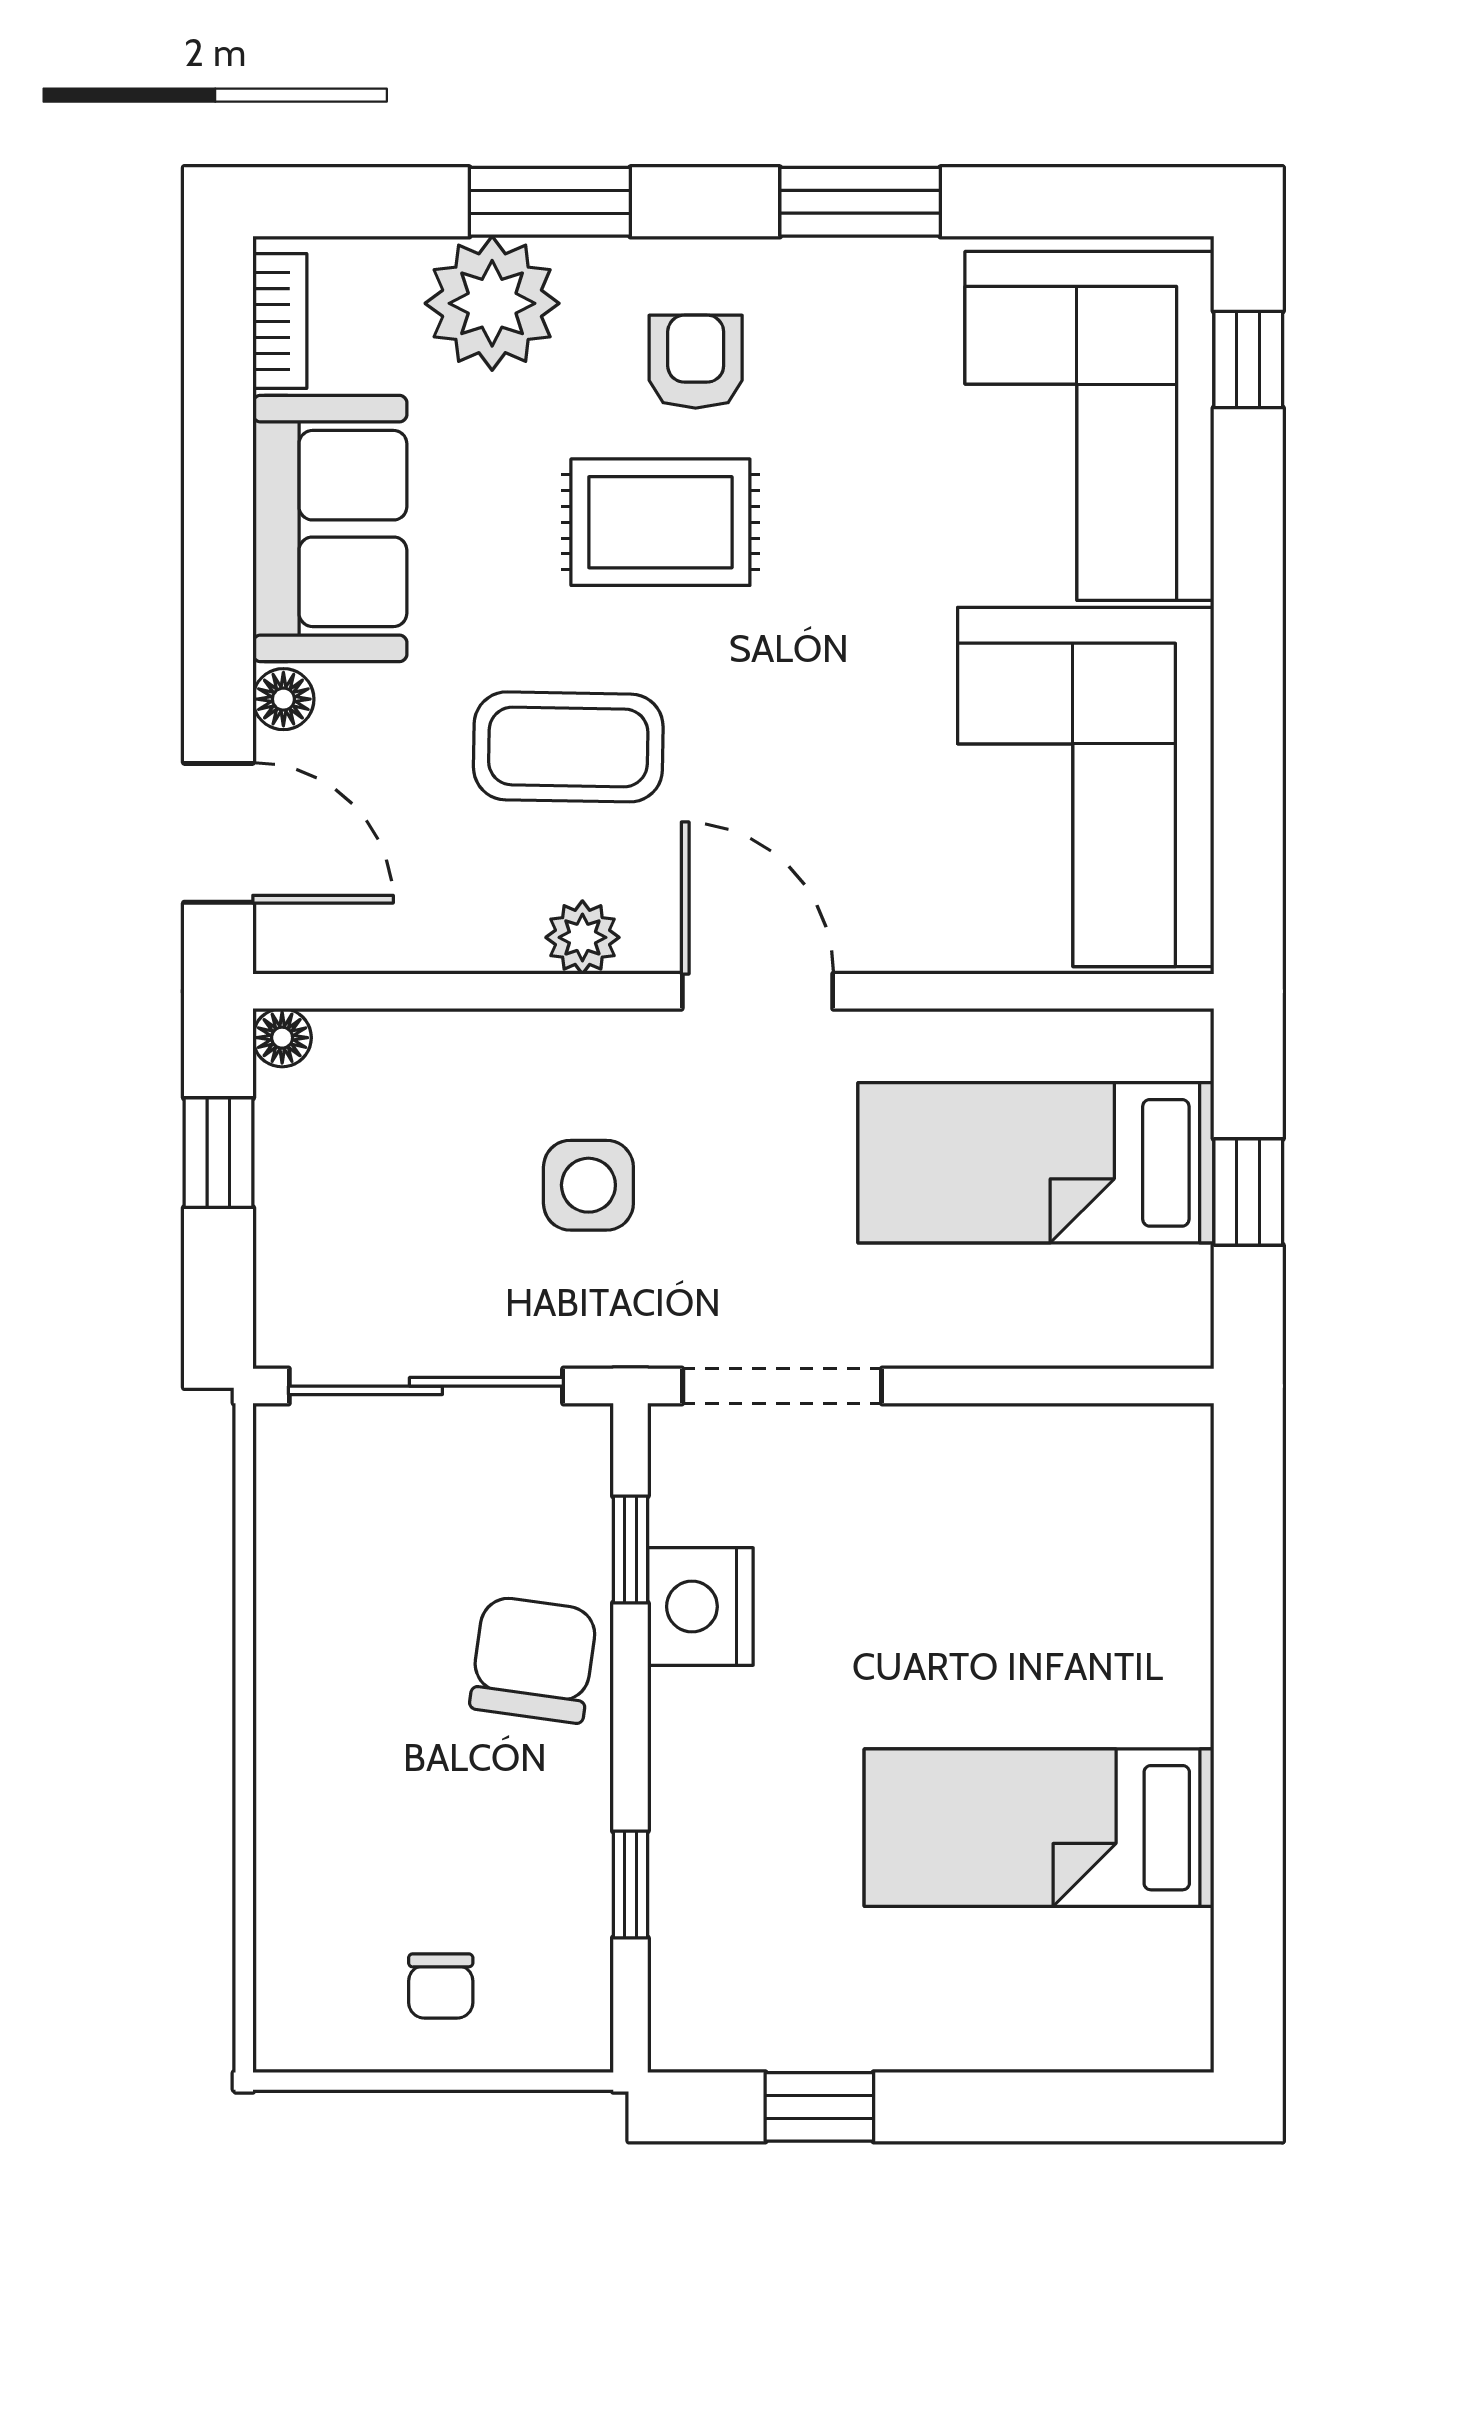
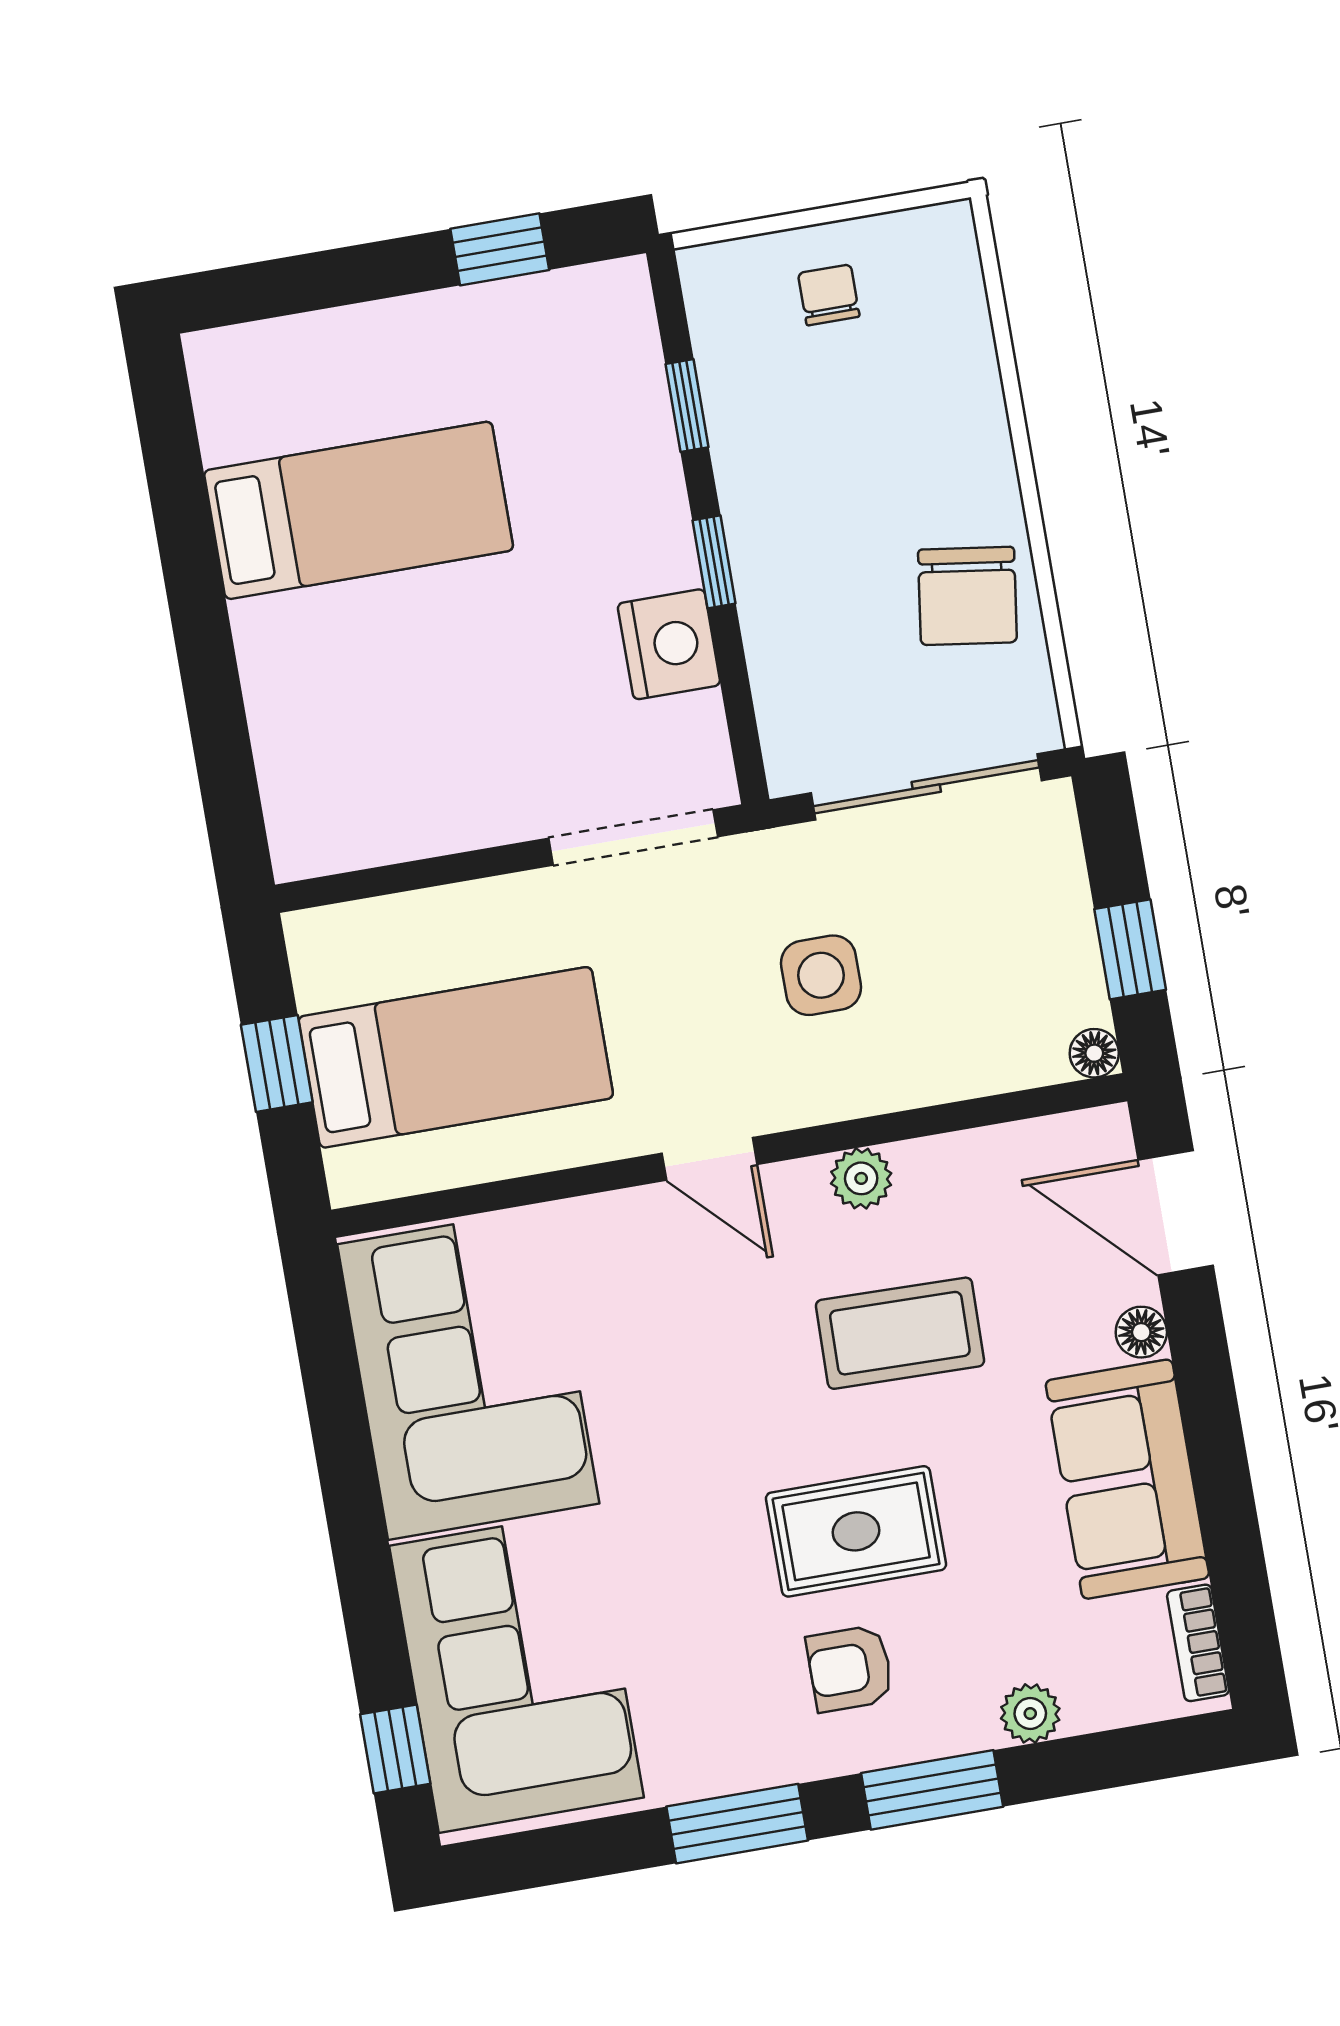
window: (550, 202) -> (932, 1790), moved
plant: (492, 303) -> (1030, 1713), width x0.53, depth x0.53
armchair: (696, 362) -> (850, 1669), turned 90
door: (757, 991) -> (709, 1159), width x0.73
window: (630, 1550) -> (714, 562), moved
chair: (534, 1659) -> (967, 596), moved

